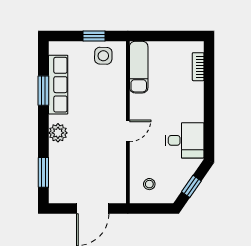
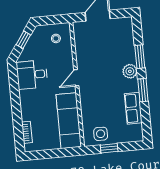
exam couch: (139, 67) -> (69, 121), width x1.36, depth x1.45
row of seats: (58, 85) -> (133, 108), width x0.68
window: (43, 91) -> (143, 90), moved
window: (43, 172) -> (140, 57), moved

